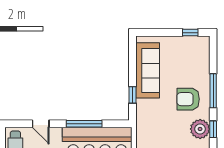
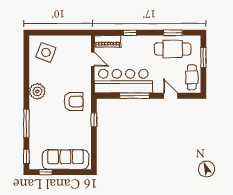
sofa: (148, 70) -> (65, 159), moved, turned 90
armchair: (188, 99) -> (73, 101), moved
window: (213, 129) -> (26, 156), moved

